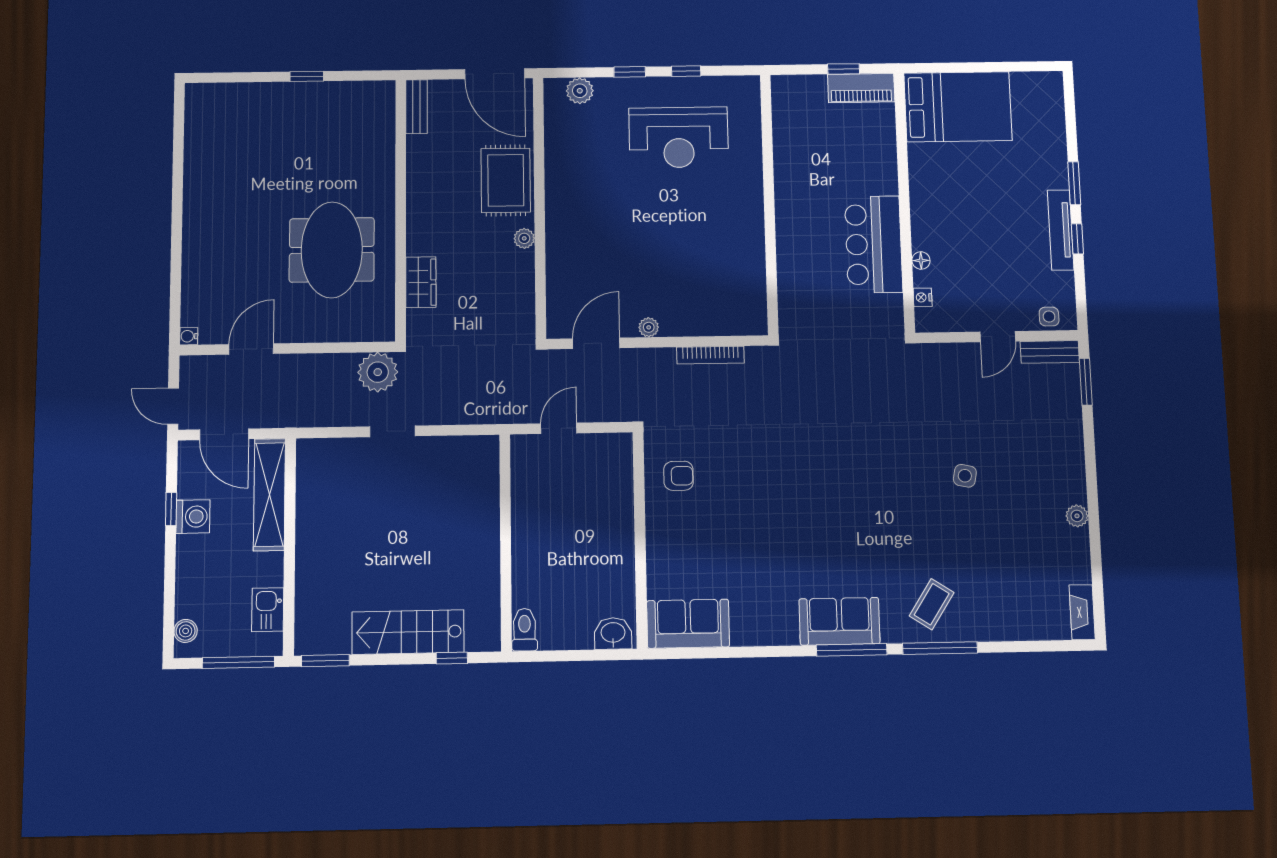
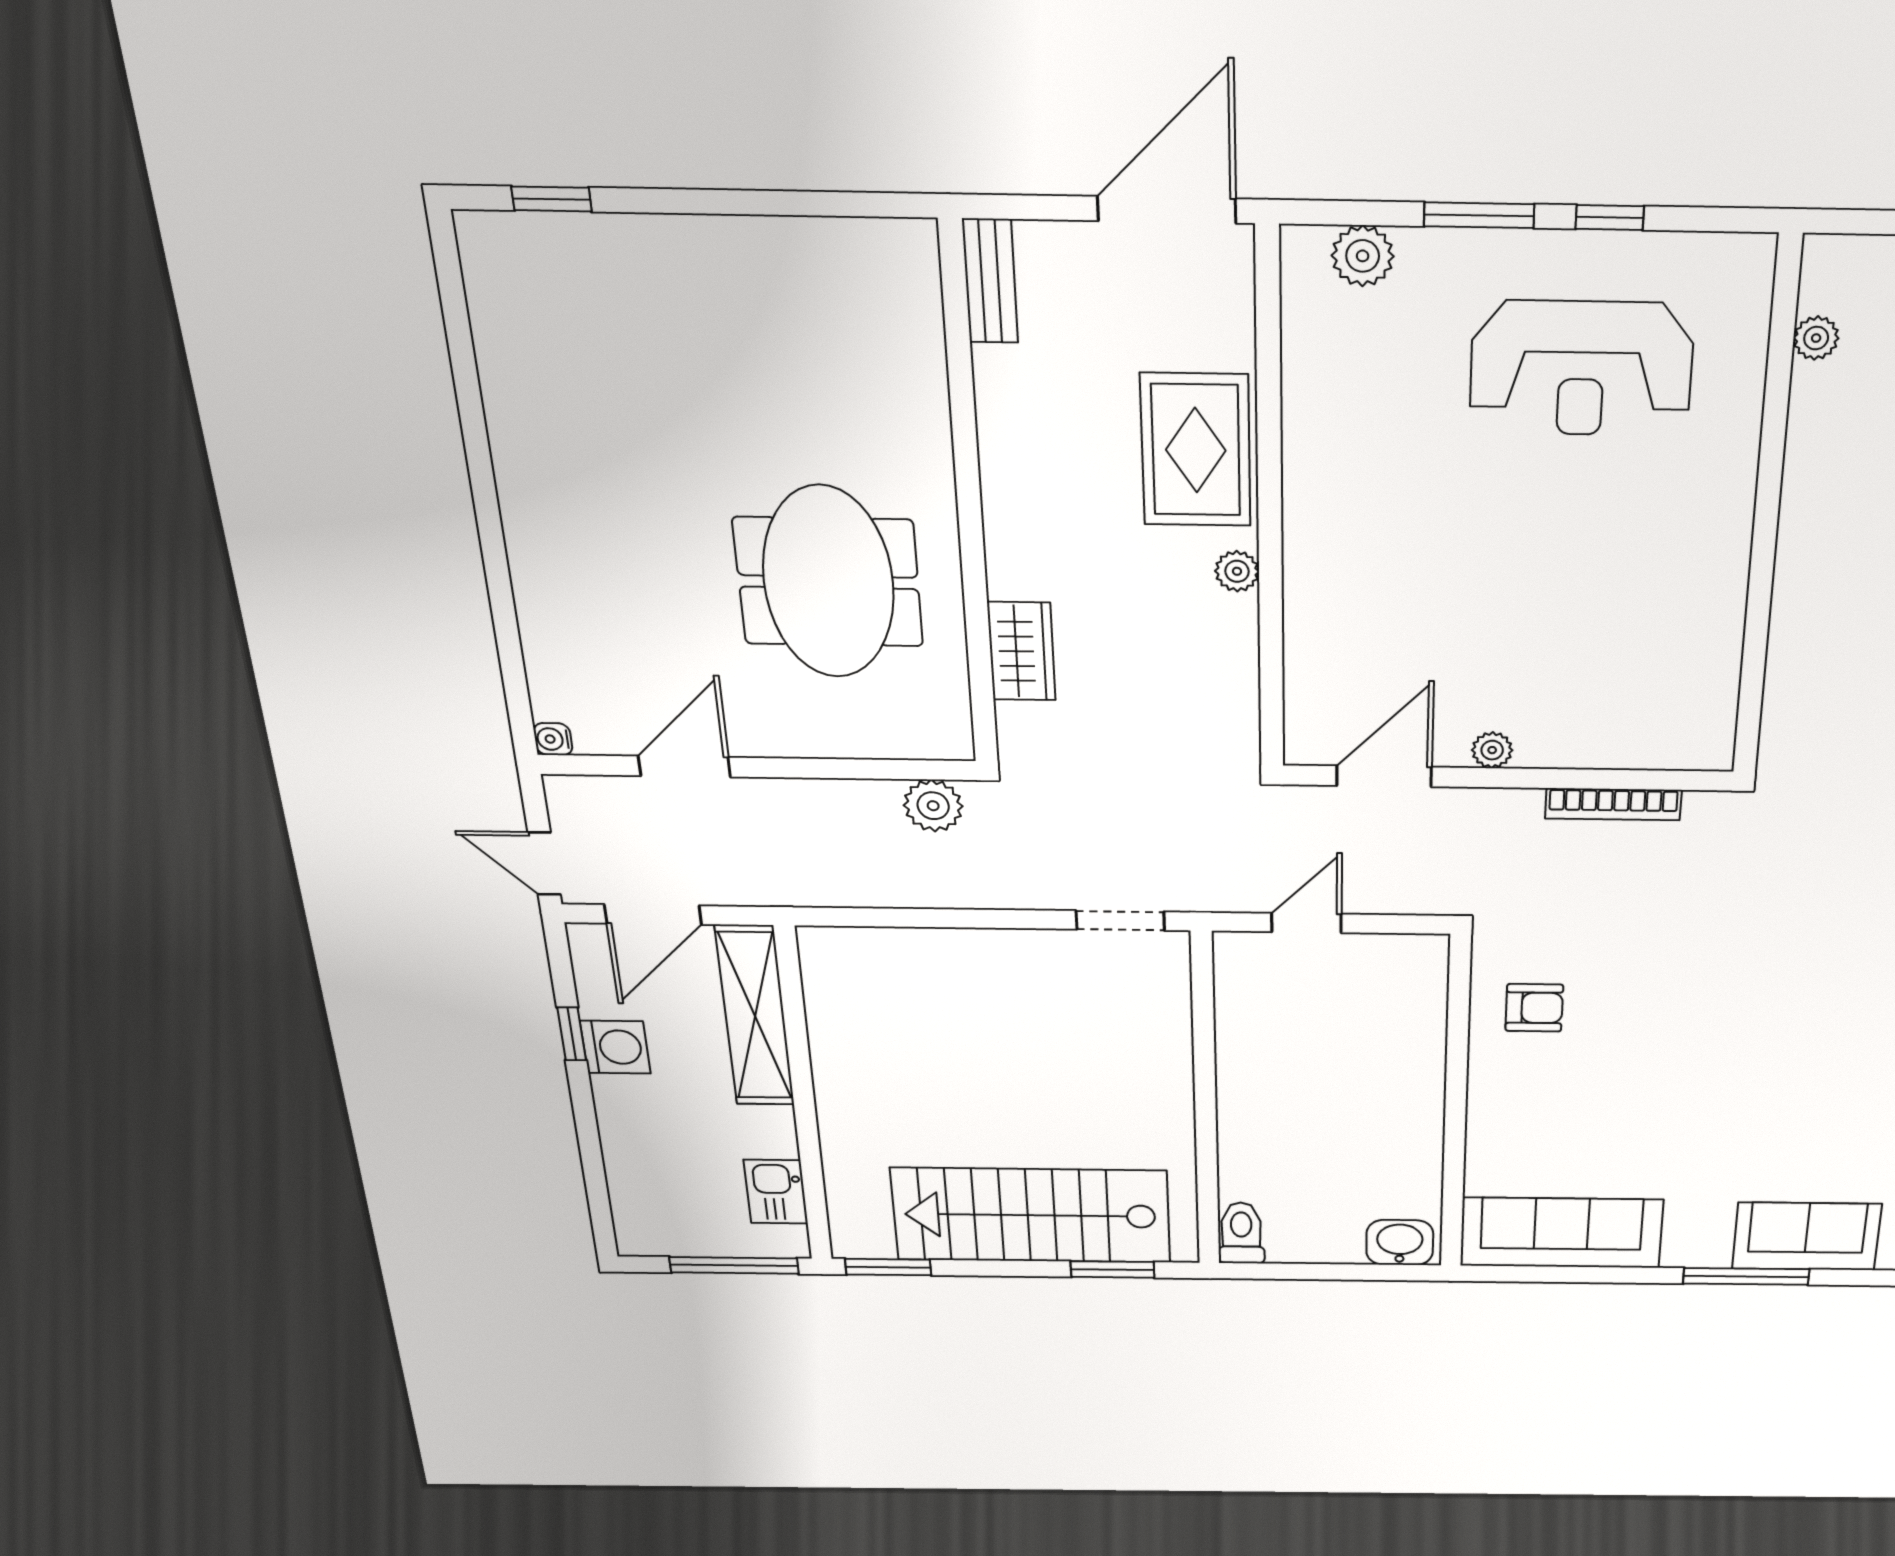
window: (630, 72) -> (1479, 215), width x1.50
door: (495, 74) -> (1167, 210), swing flipped
window: (307, 76) -> (551, 199), moved
plant: (782, 120) -> (1816, 338), added
plant: (378, 372) -> (933, 806), width x0.73, depth x0.73
doorway: (392, 431) -> (1120, 921), moved
door: (224, 434) -> (653, 914), hinge flipped
sofa: (688, 624) -> (1561, 1233), width x1.36
boiler: (186, 631) -> (632, 1218), removed
stairs: (408, 632) -> (1031, 1215), width x1.36, depth x1.51
window: (852, 650) -> (1746, 1276), moved
window: (452, 658) -> (1113, 1270), width x1.50

